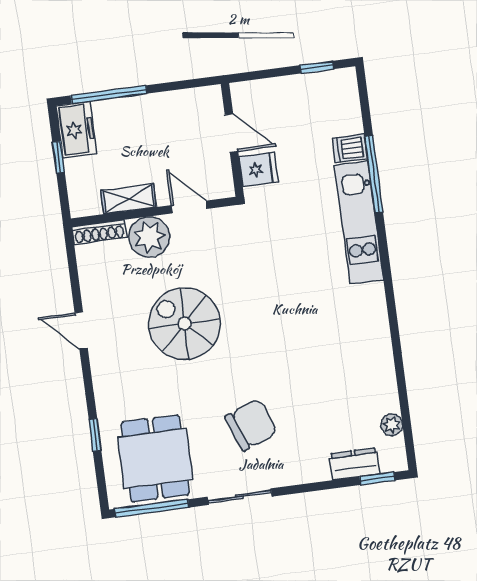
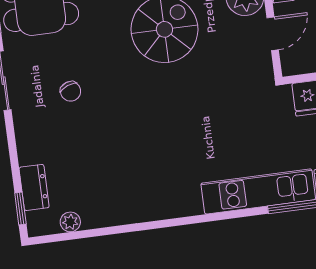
chair: (251, 425) -> (71, 91), width x0.54, depth x0.54

